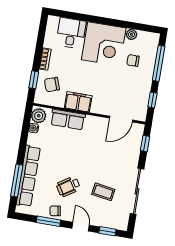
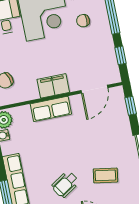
filing cabinet: (78, 102) -> (53, 86), moved
row of seats: (68, 119) -> (51, 109), moved

